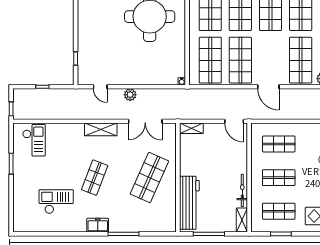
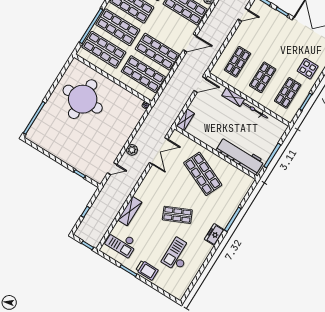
shelving: (101, 129) -> (130, 211), moved
checkout: (34, 140) -> (121, 243), turned 180
shop shelf: (95, 178) -> (177, 215), turned -45
trolley: (23, 181) -> (147, 270), added
shelving: (242, 220) -> (233, 97), moved

